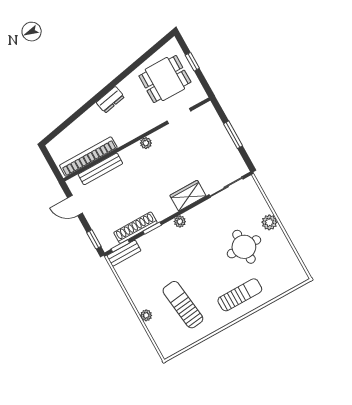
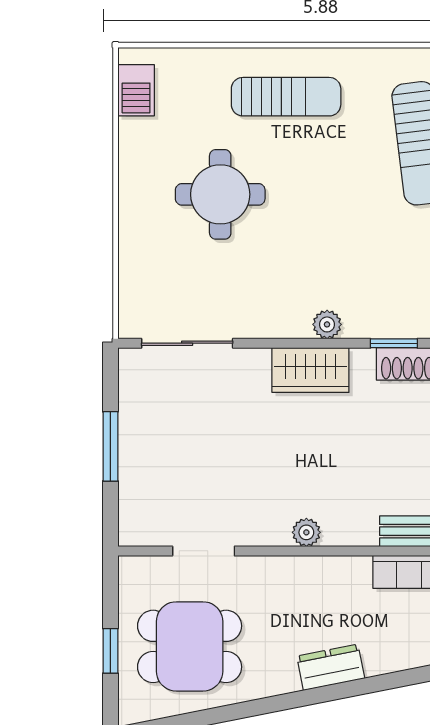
wardrobe: (188, 196) -> (310, 370), moved
plant: (269, 222) -> (137, 216), removed
barbecue: (295, 267) -> (136, 90), added
sun lounger: (240, 295) -> (286, 97), turned 180

